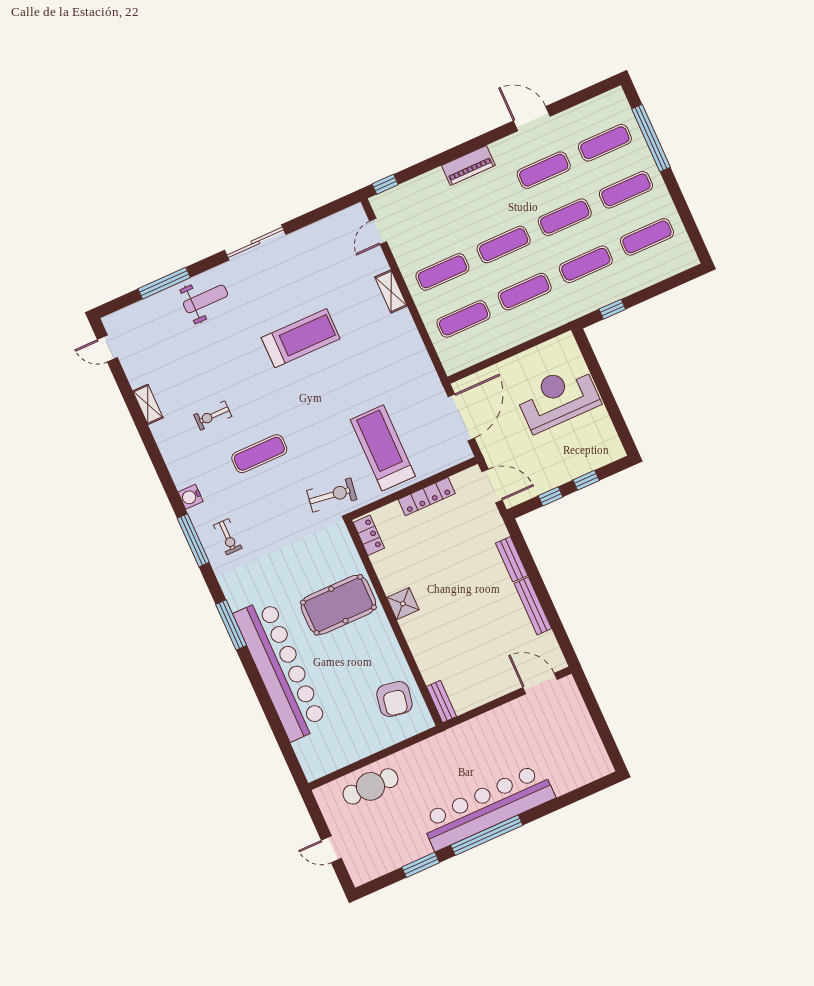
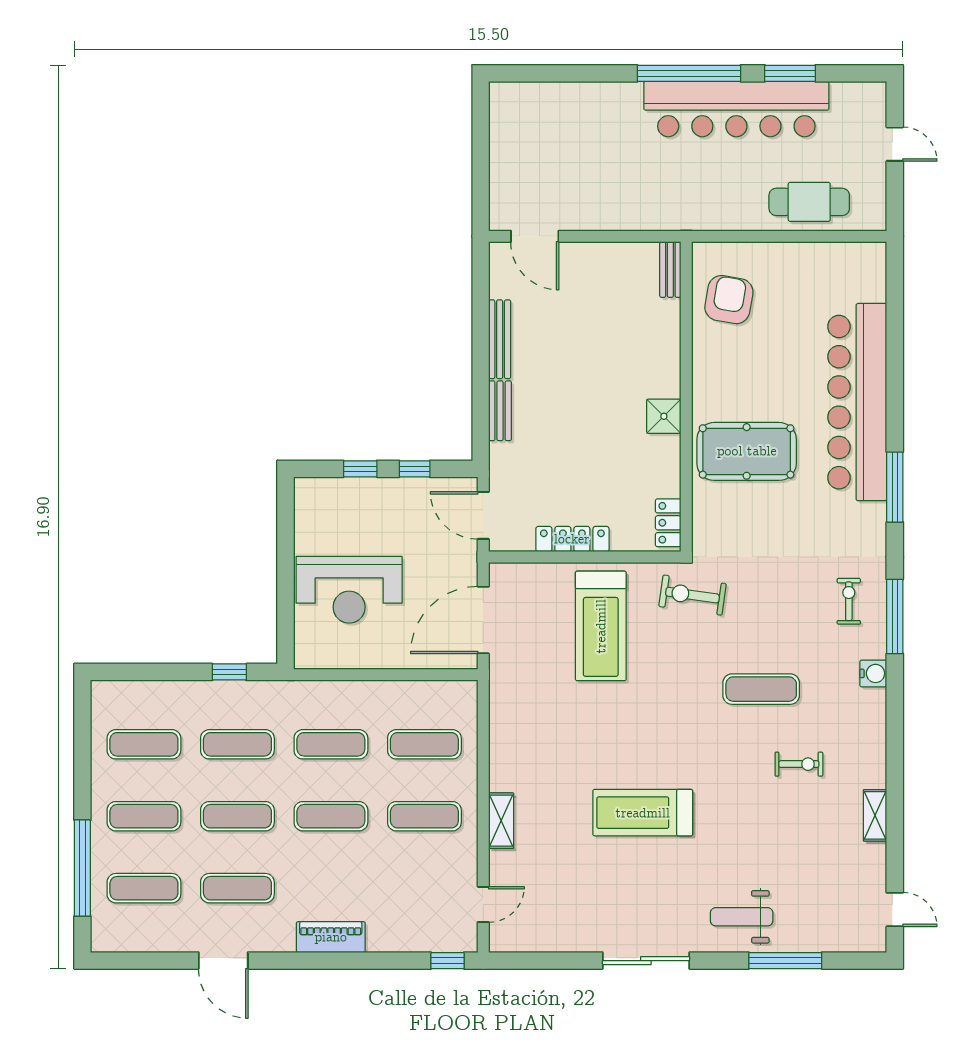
bar counter: (487, 807) -> (736, 109), moved

